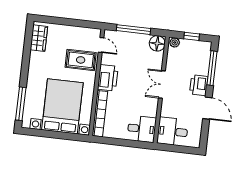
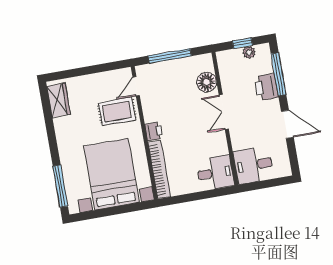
plant: (175, 42) -> (249, 52), moved
floor lamp: (157, 43) -> (207, 82), moved
door: (101, 45) -> (136, 86), swing flipped
printer: (108, 78) -> (154, 131), width x0.53, depth x0.68
printer: (199, 85) -> (266, 87), moved

